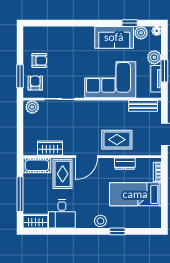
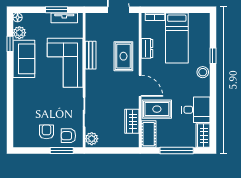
plant: (154, 57) -> (43, 20), removed
bench: (143, 106) -> (91, 55), moved

